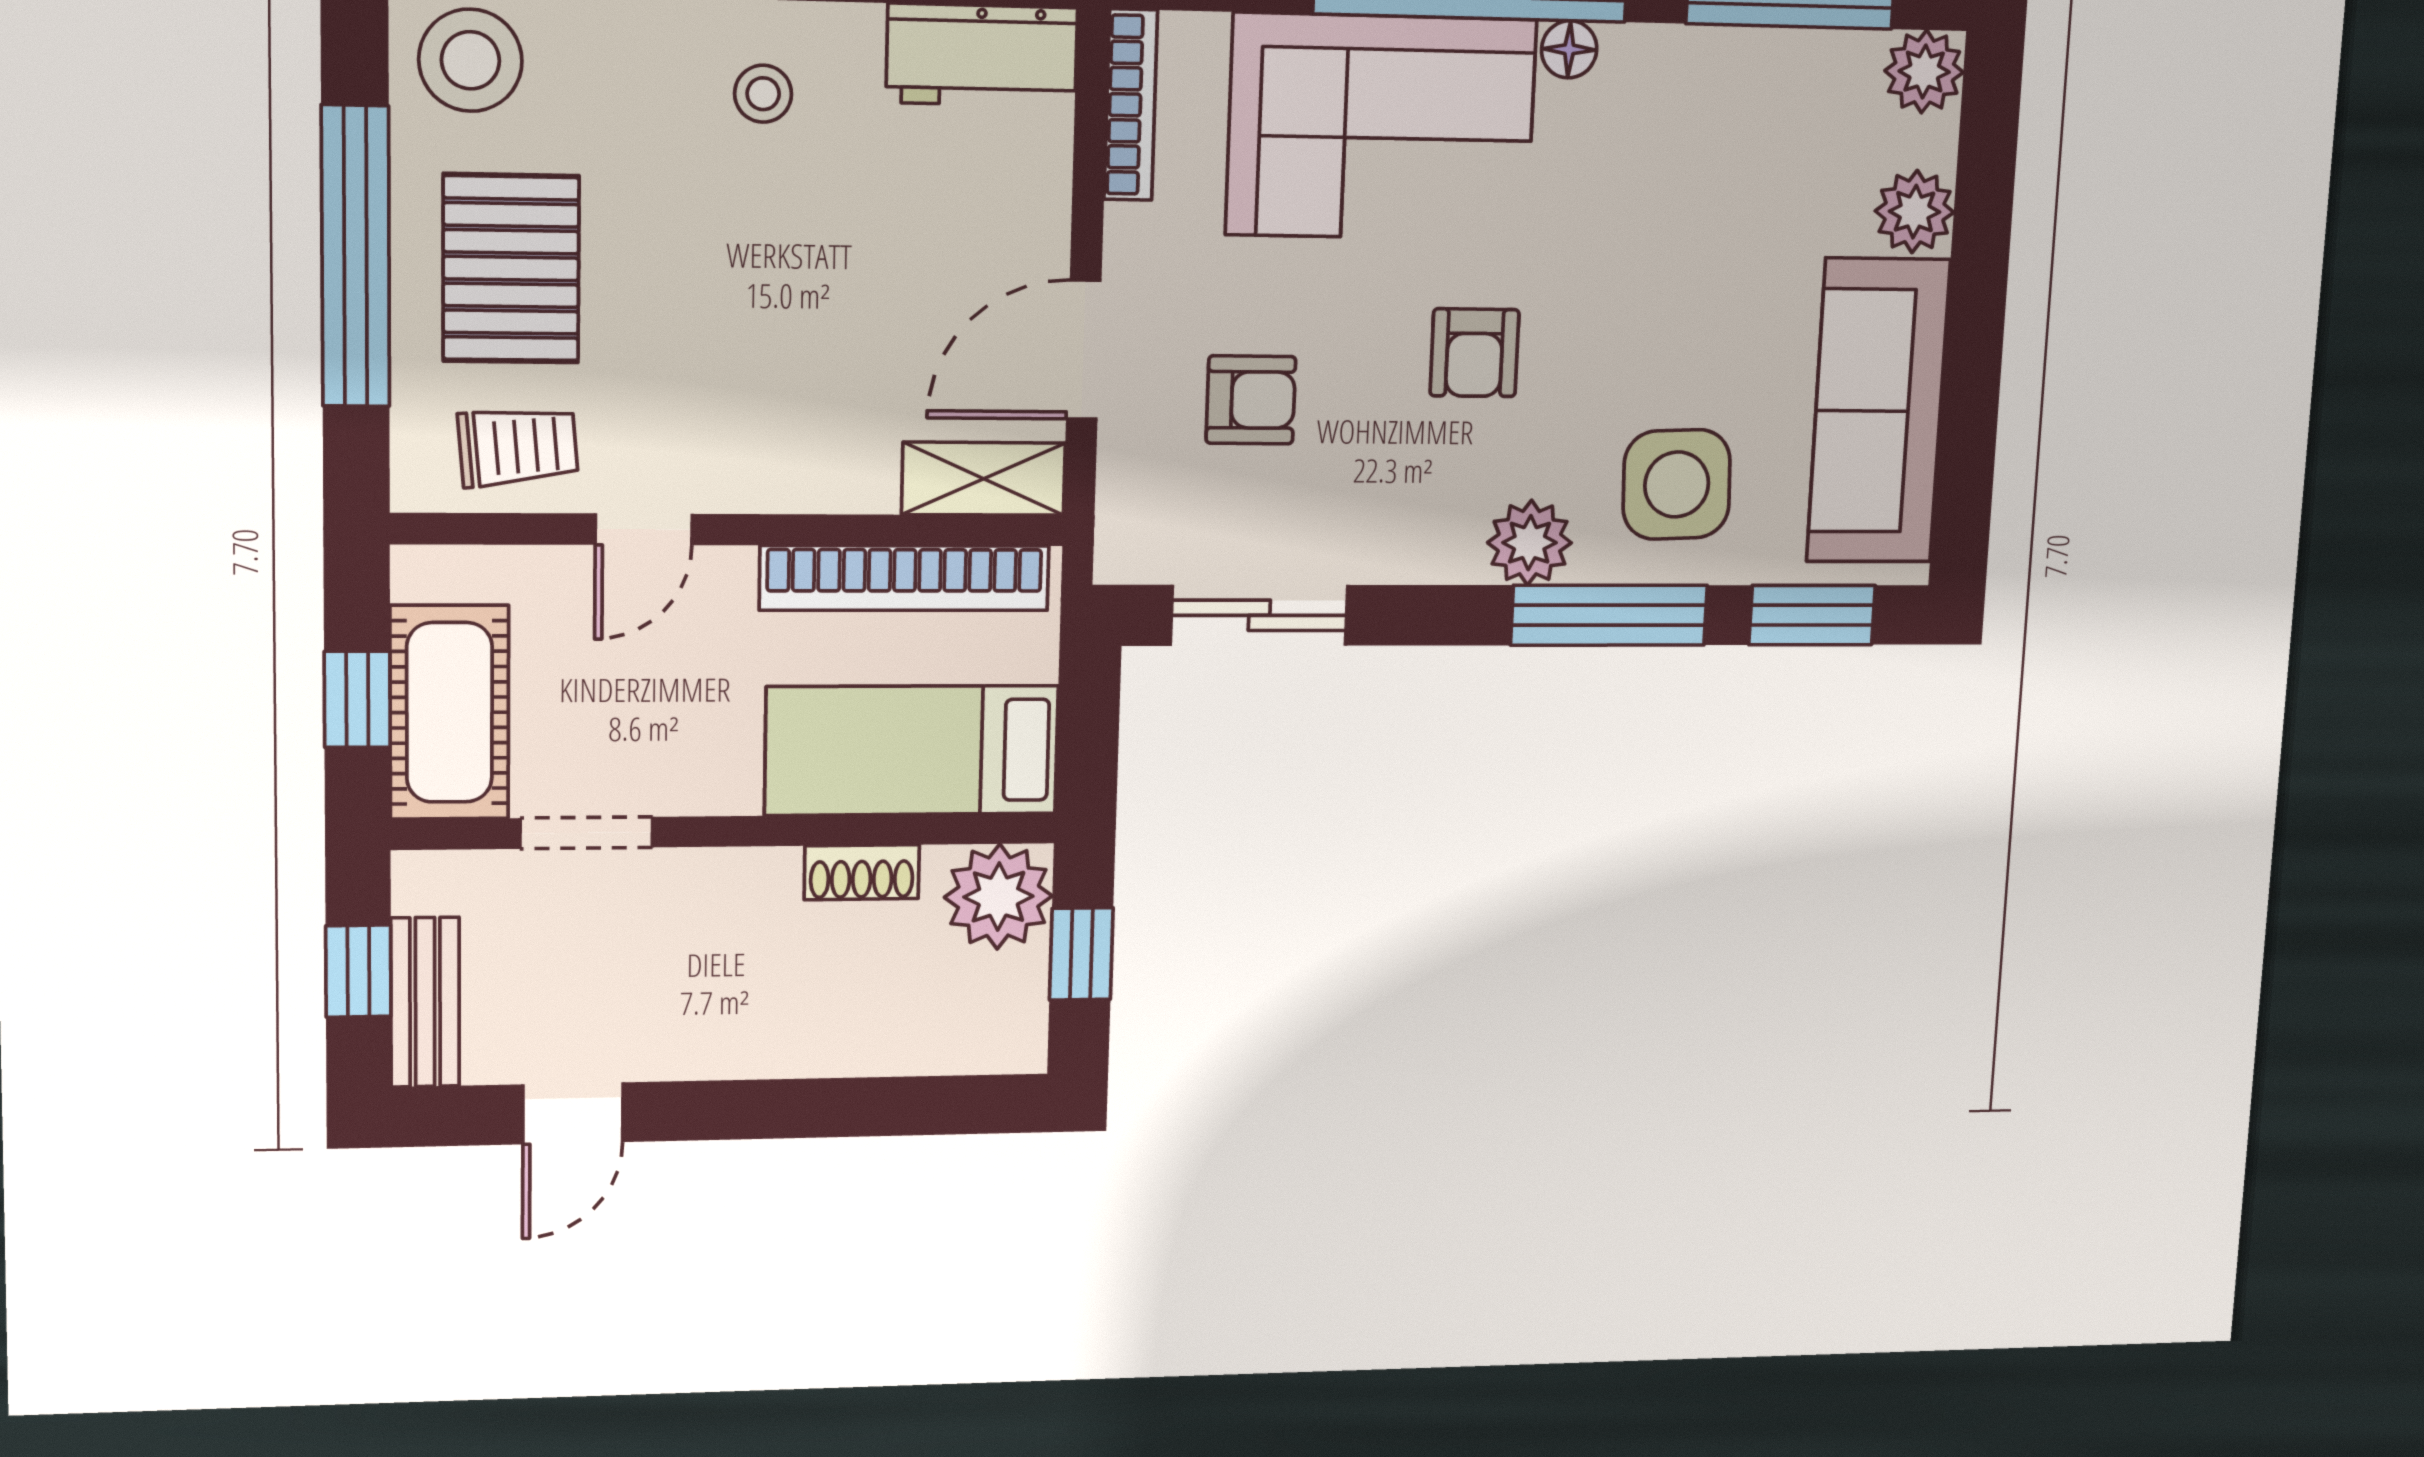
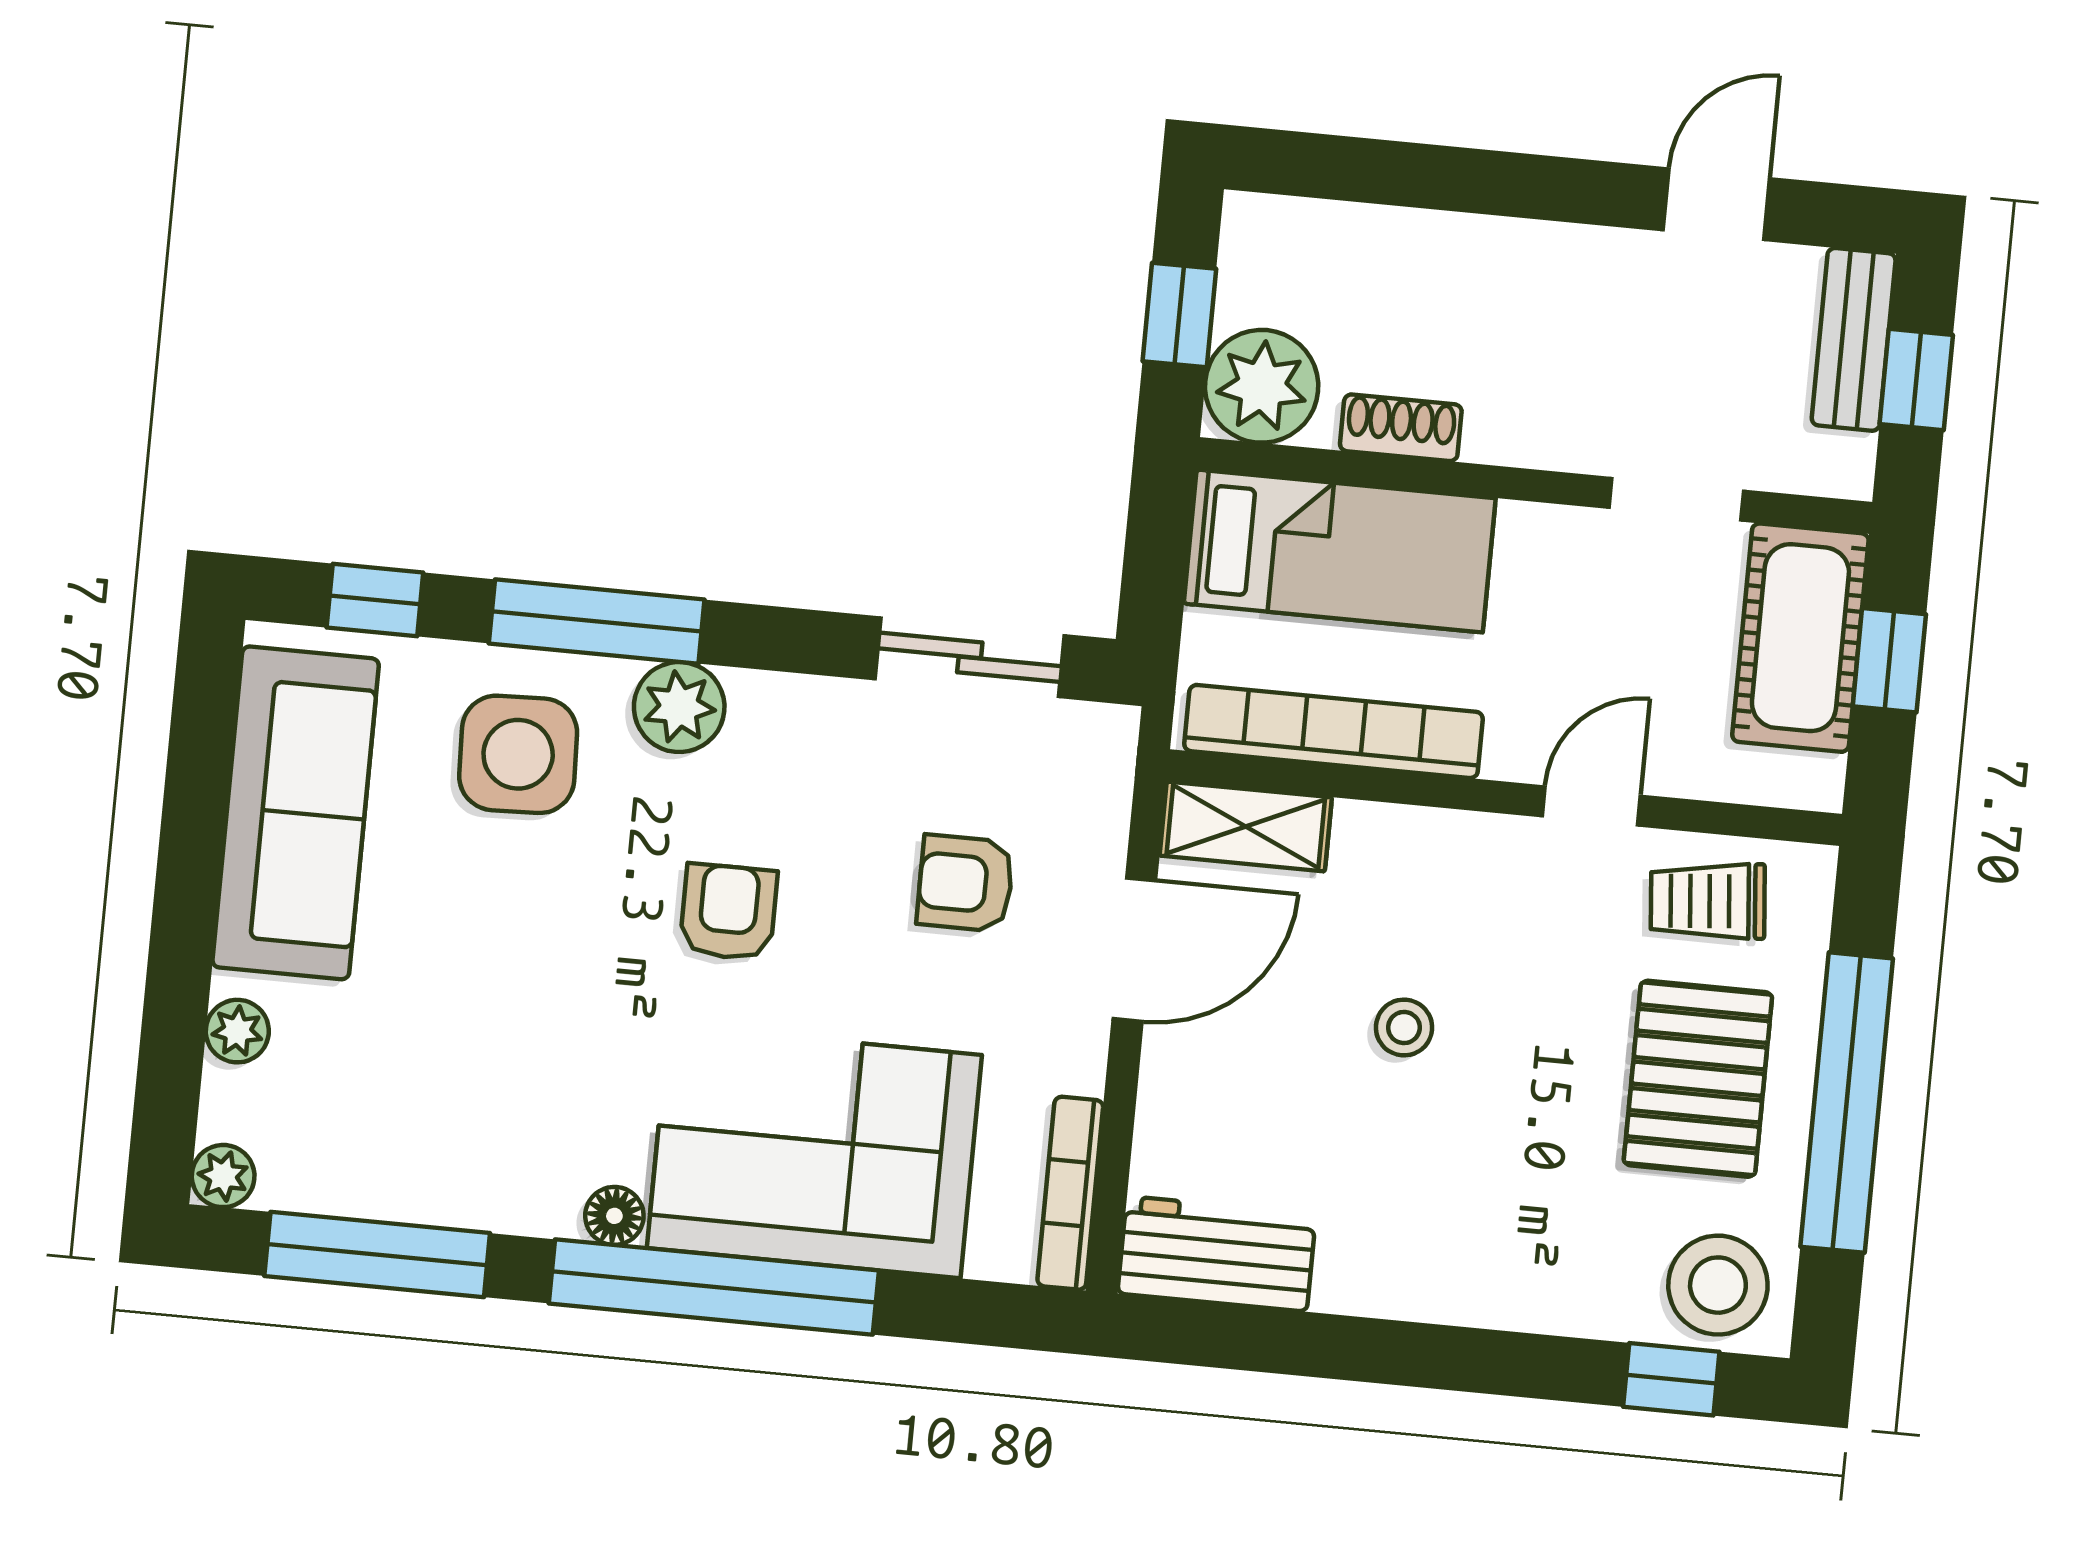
plant: (1924, 72) -> (223, 1176), width x0.73, depth x0.73
stool: (763, 94) -> (1404, 1028), moved
plant: (1915, 212) -> (237, 1031), width x0.73, depth x0.73
window: (1812, 615) -> (375, 600), width x0.67

